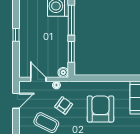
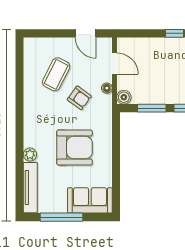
door: (38, 79) -> (114, 64), hinge flipped

